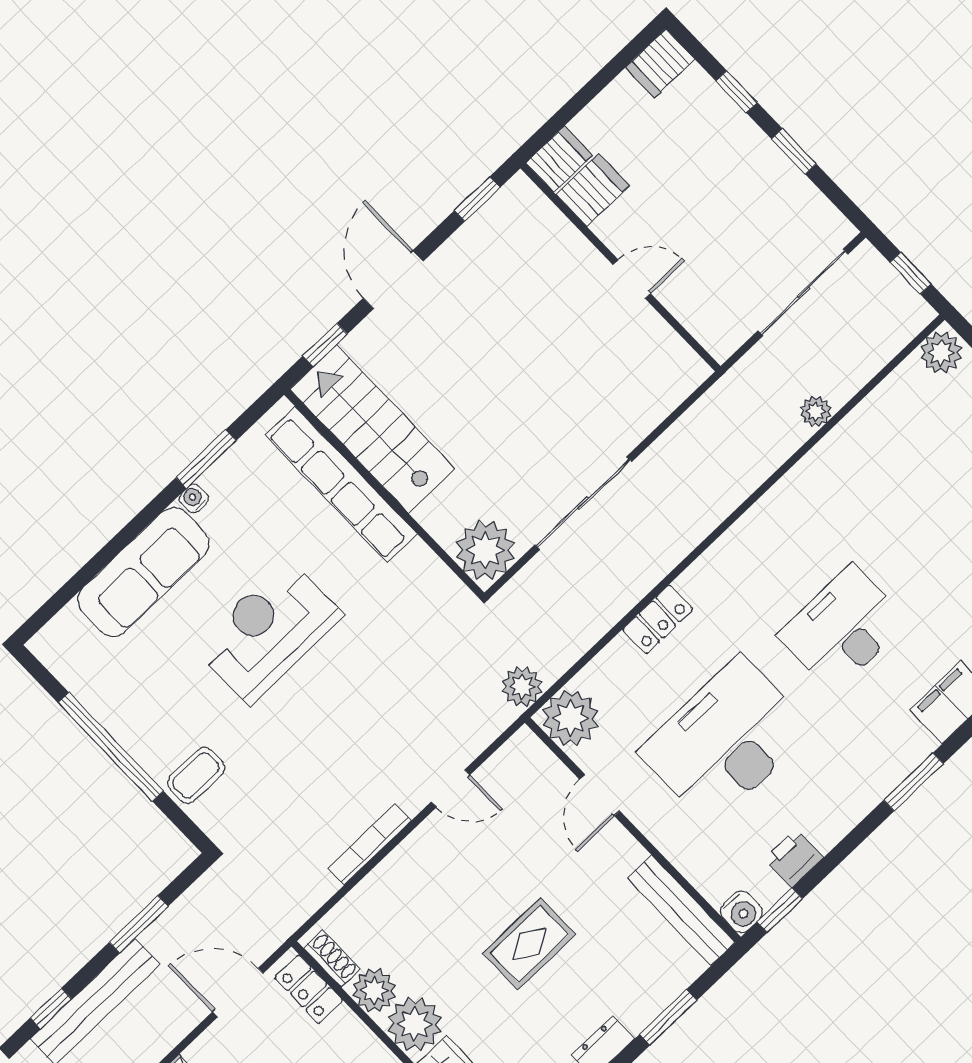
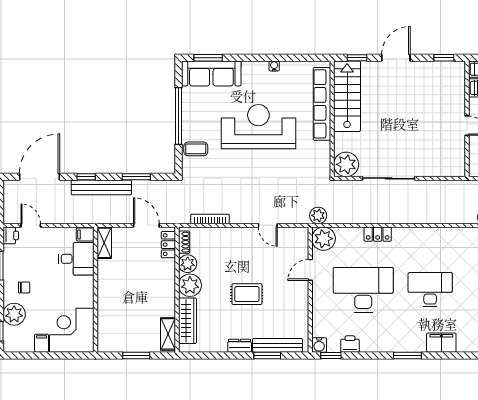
window: (206, 459) -> (208, 58), moved
sofa: (143, 572) -> (211, 73), moved
reception desk: (268, 631) -> (258, 127), width x1.36, depth x1.30
bookcase: (369, 845) -> (210, 219), moved
bench: (681, 910) -> (277, 345), moved, turned 90

